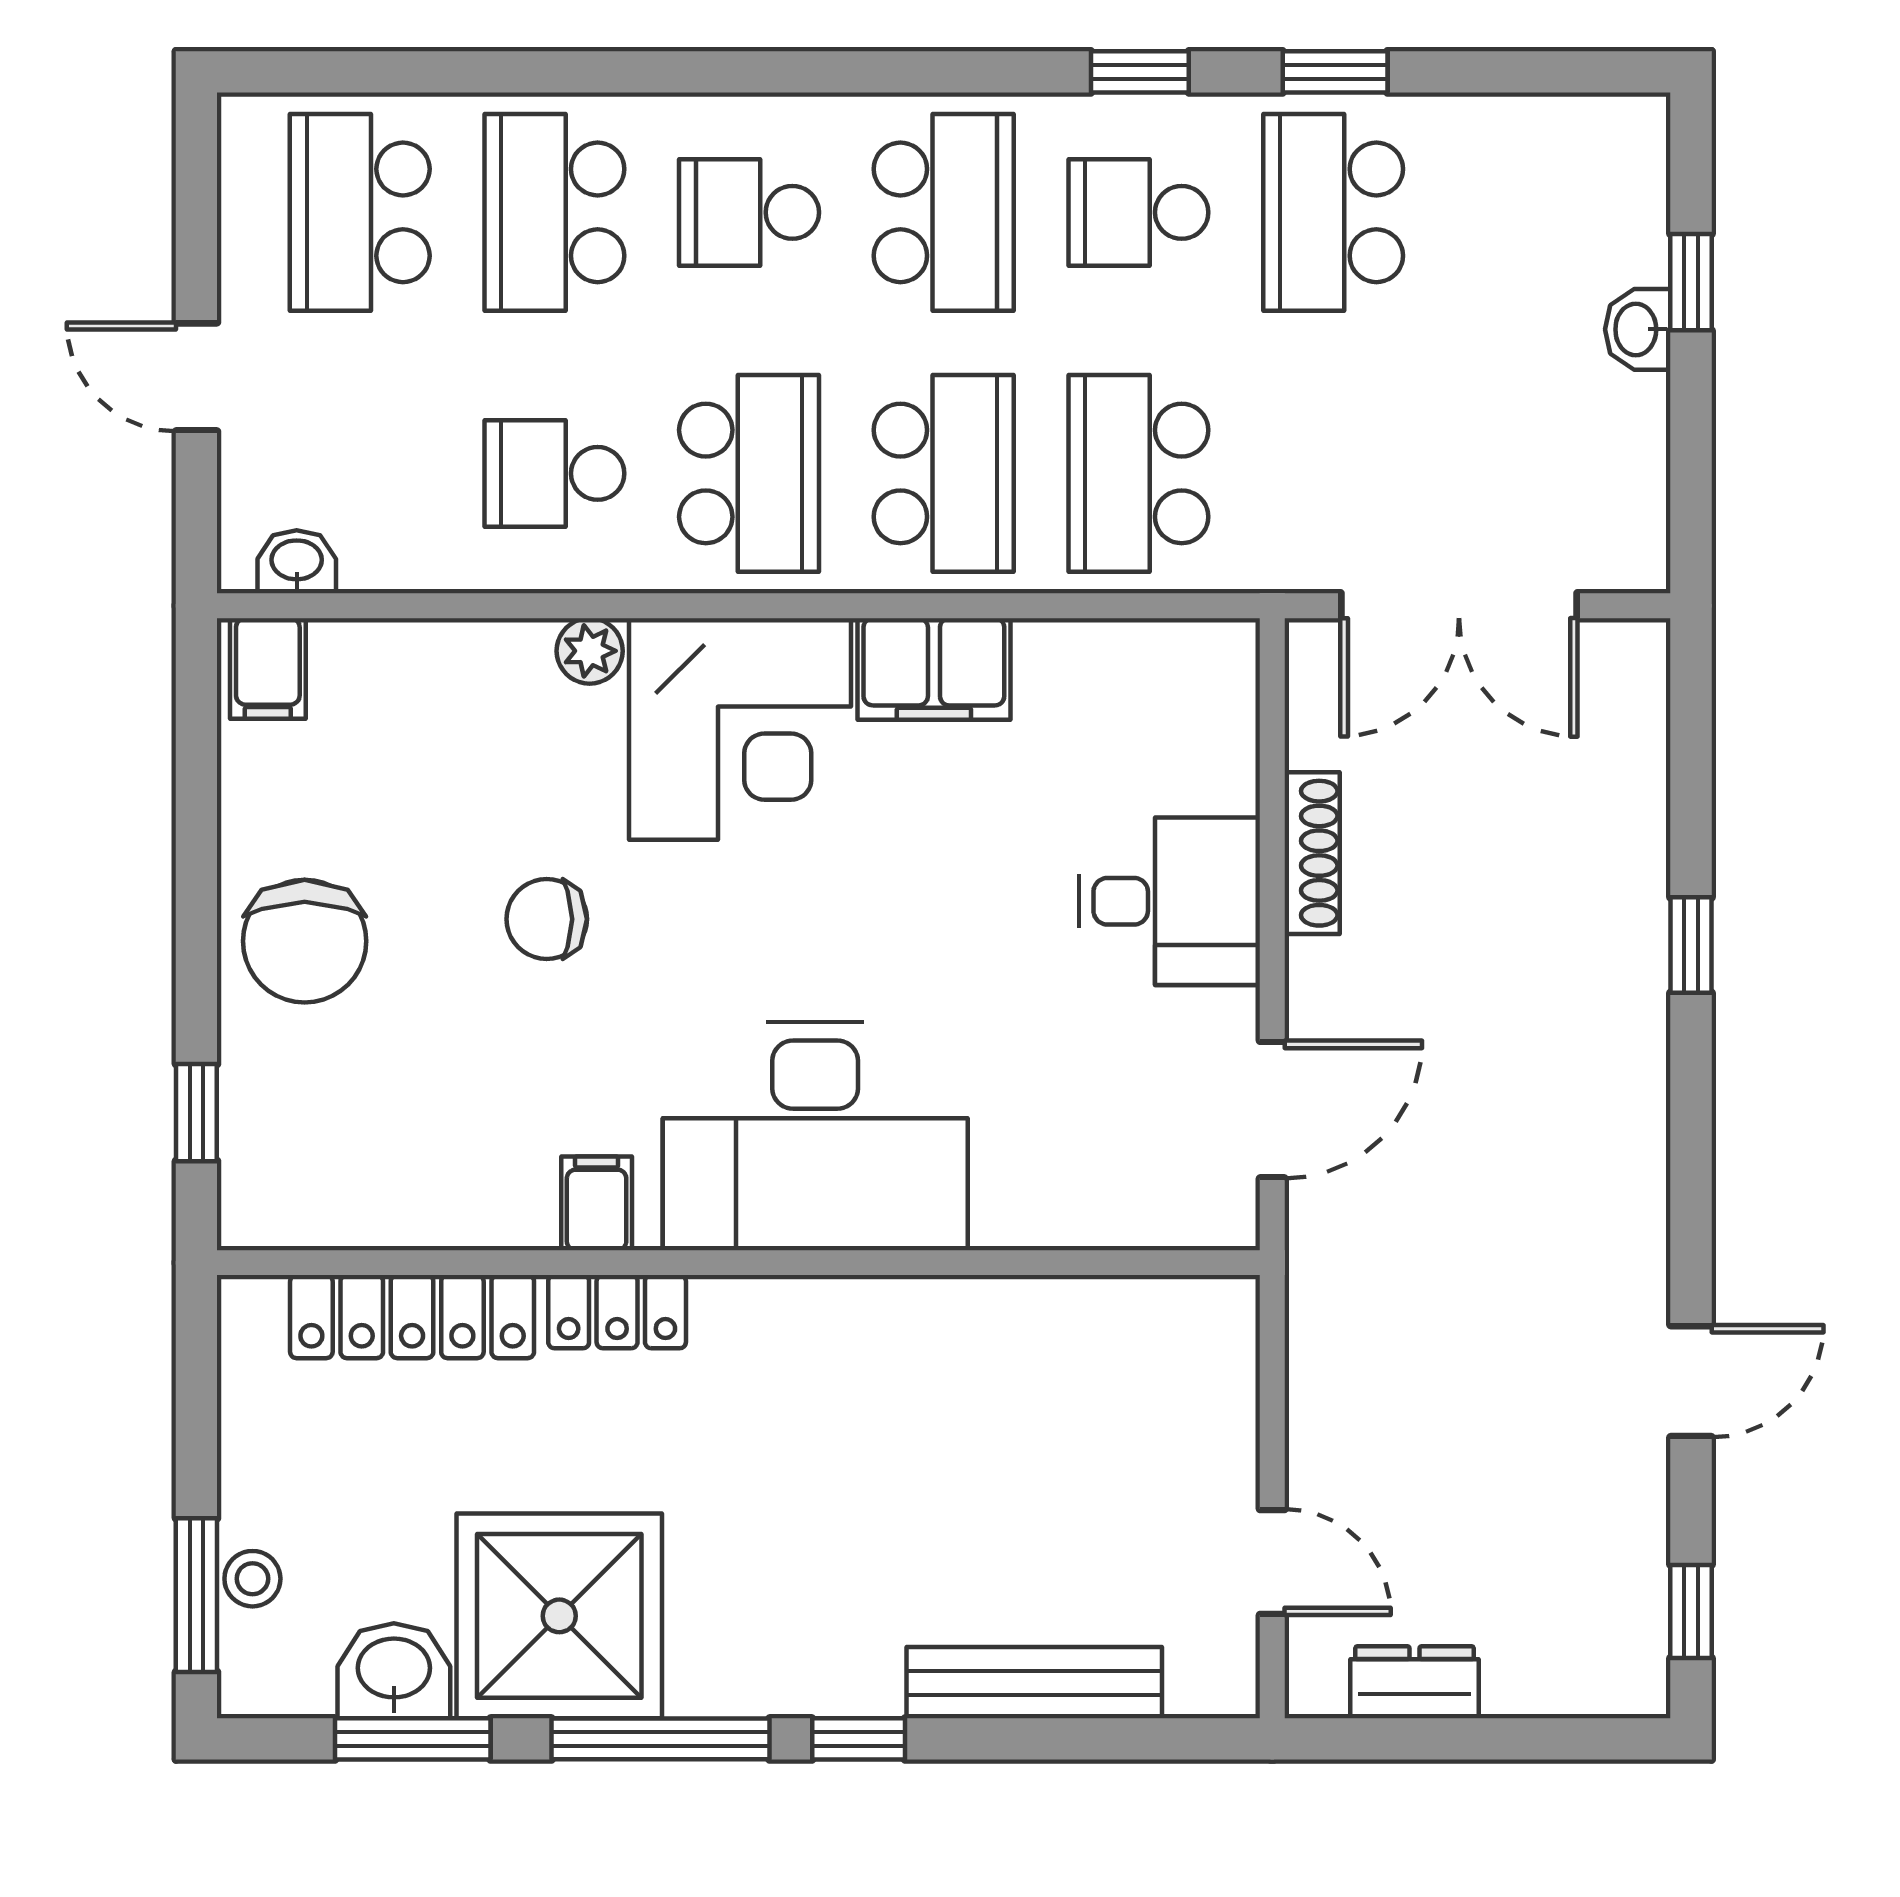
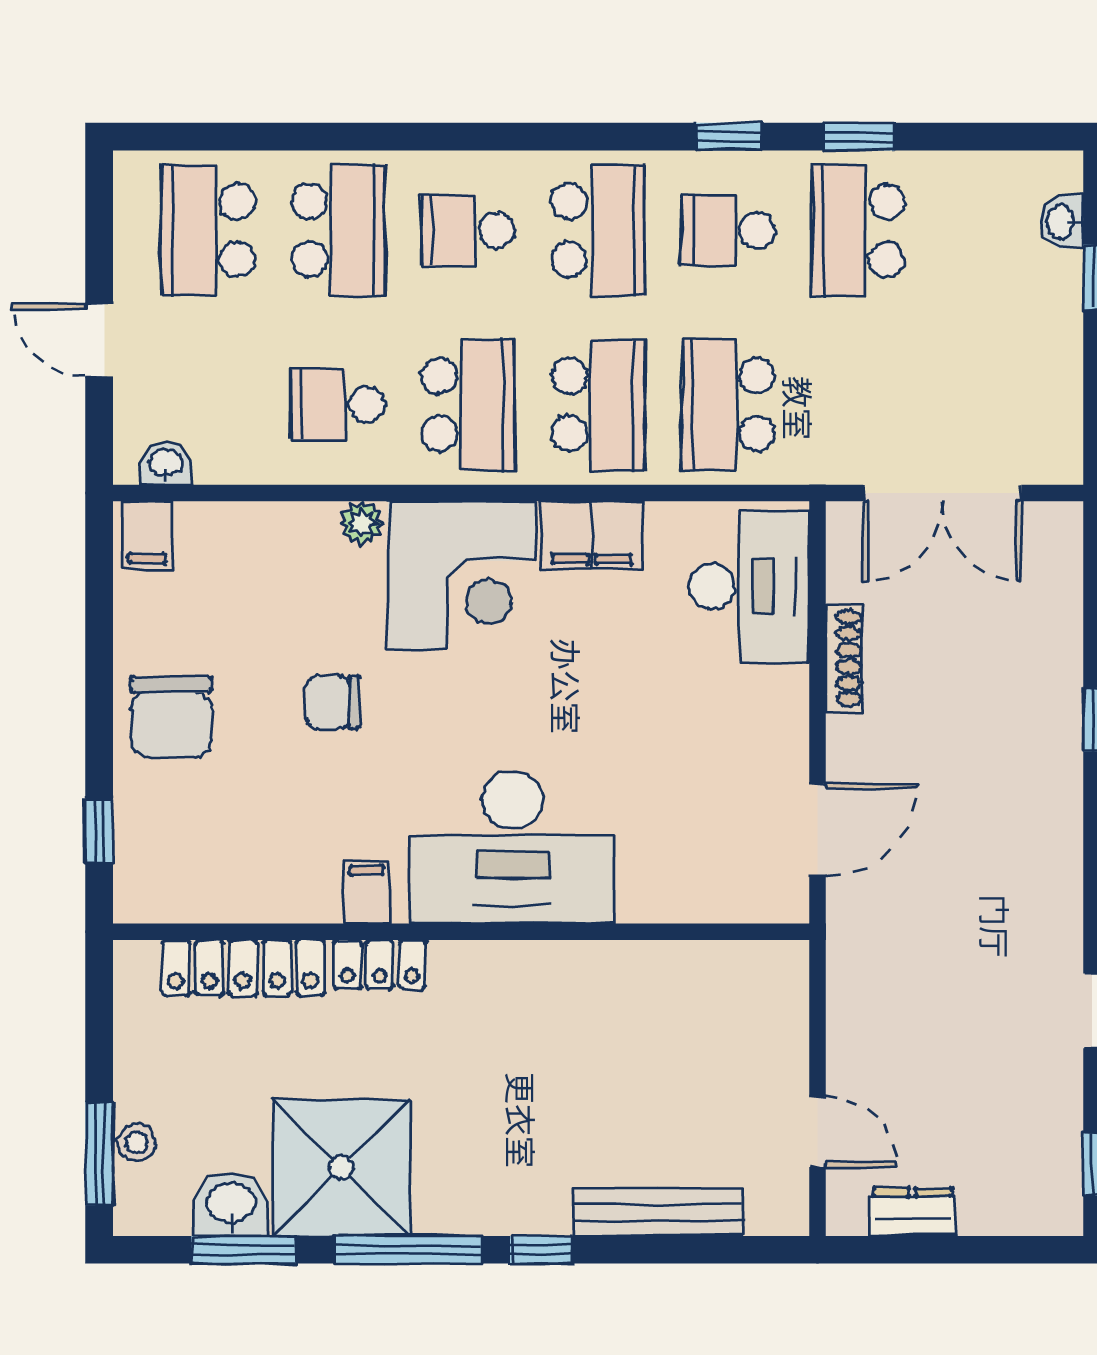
school desk: (554, 212) -> (338, 230), turned 180
washbasin: (1638, 329) -> (1062, 222), moved
desk: (1170, 901) -> (749, 587), moved, width x1.37

